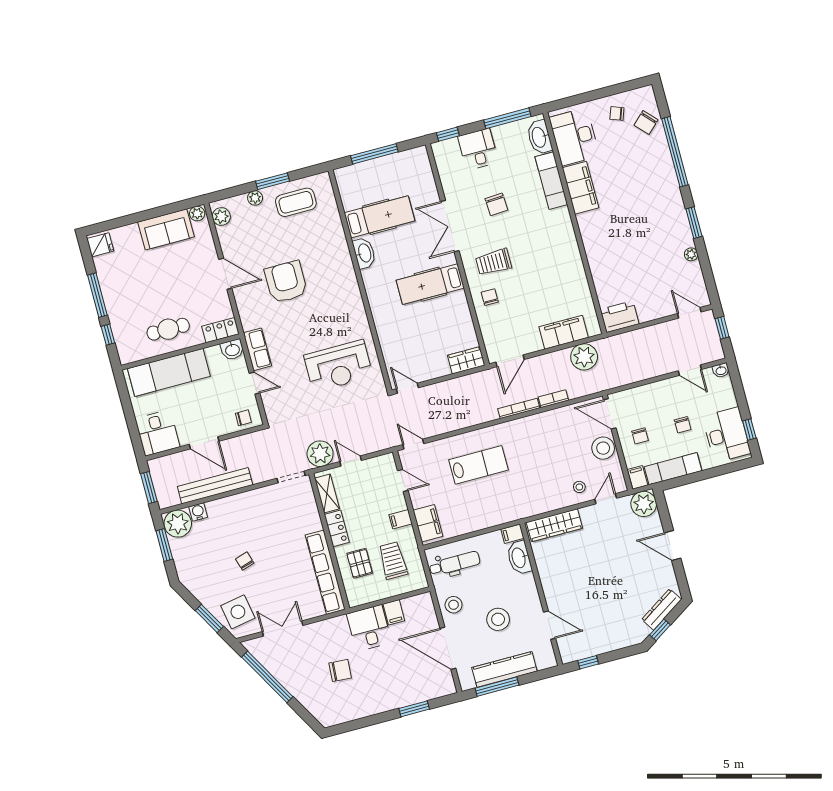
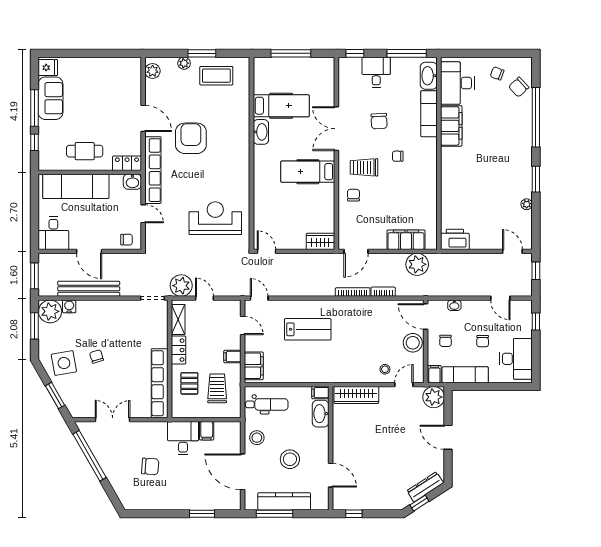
plant: (197, 214) -> (133, 63), removed
sofa: (166, 229) -> (50, 98), moved, turned -90
chair: (529, 239) -> (398, 156), added
row of seats: (257, 349) -> (153, 170), width x2.02
reception desk: (338, 366) -> (215, 218), turned 180
washbasin: (721, 370) -> (454, 305), moved
window: (749, 429) -> (536, 321), moved
side table: (238, 612) -> (64, 363), moved

